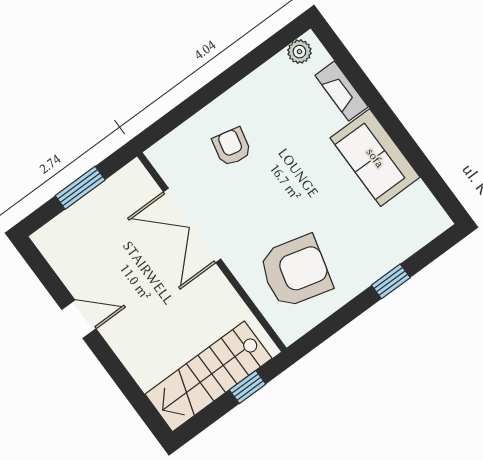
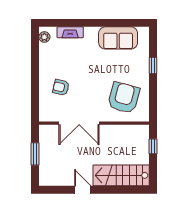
sofa: (375, 158) -> (118, 38), moved
door: (79, 319) -> (83, 190), hinge flipped
stairs: (208, 376) -> (121, 175), moved, turned 90

